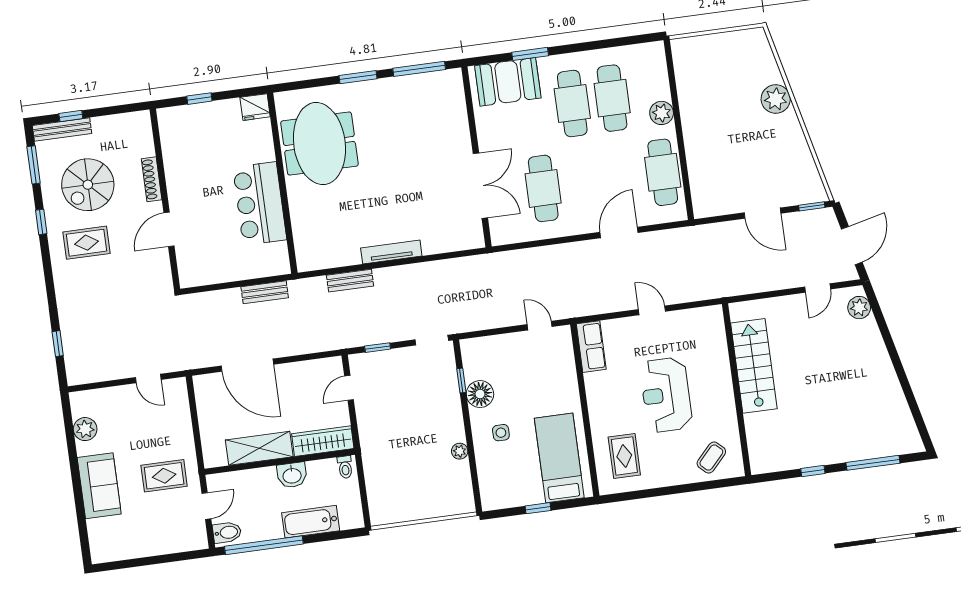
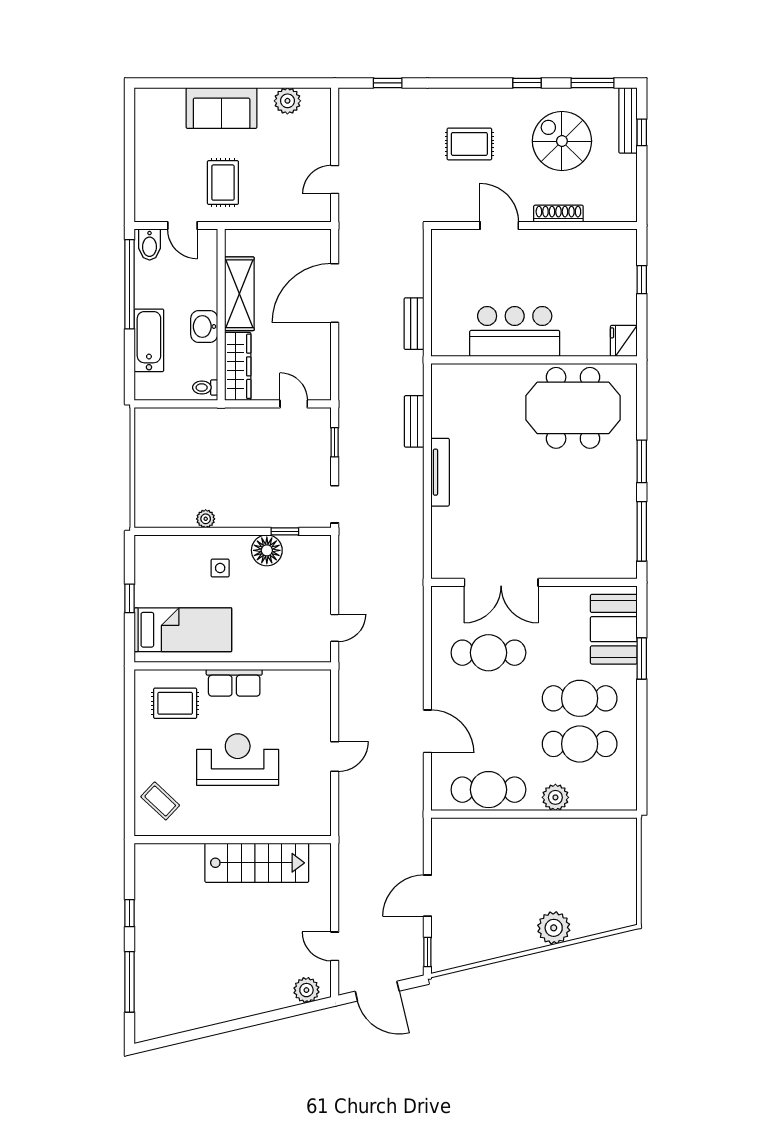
rug: (86, 243) -> (469, 144), moved, turned 90
row of seats: (591, 347) -> (234, 683), moved

